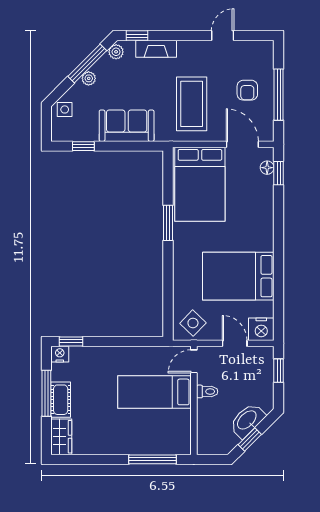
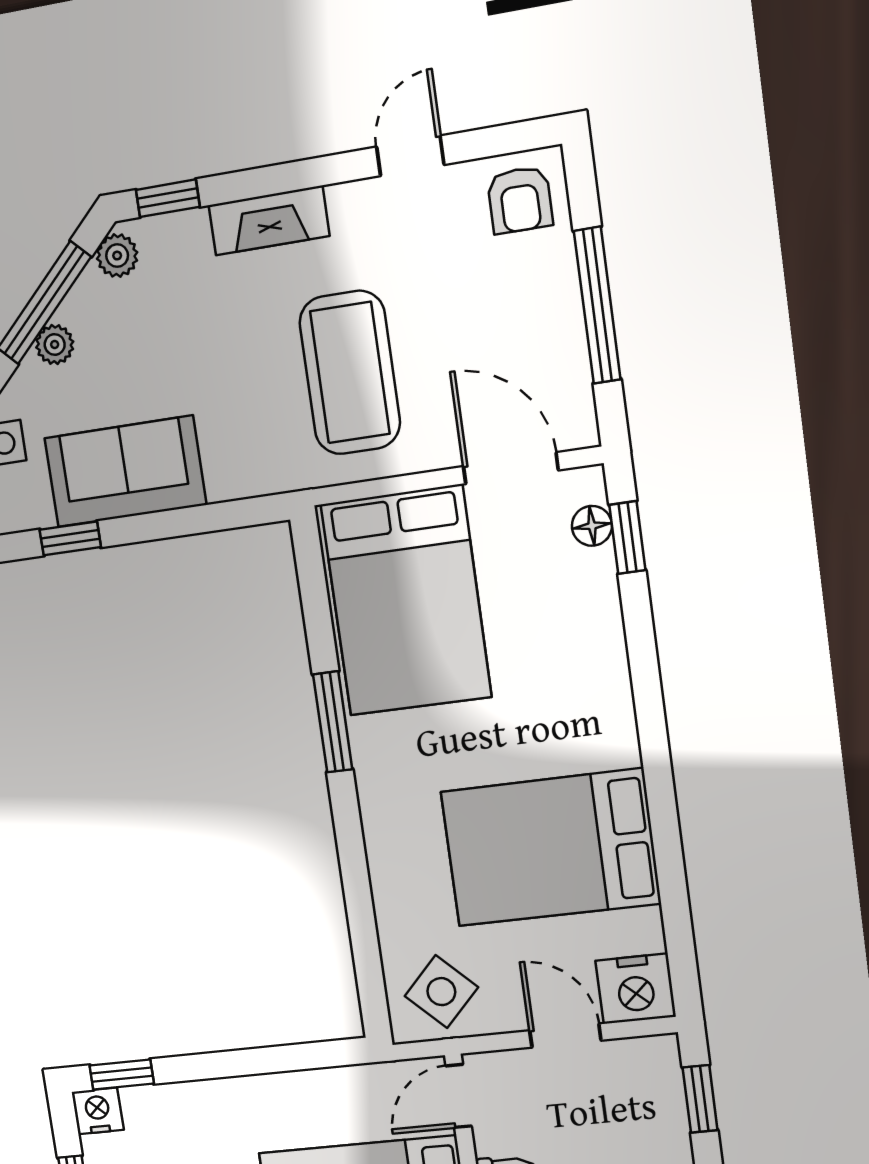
fireplace: (156, 49) -> (269, 221), moved
armchair: (247, 90) -> (520, 200), moved
sofa: (127, 126) -> (125, 471), moved

